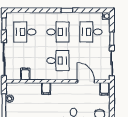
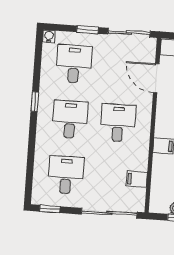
desk: (25, 32) -> (66, 175), turned 180
desk: (91, 32) -> (74, 64), turned 180
door: (86, 81) -> (156, 78), hinge flipped

